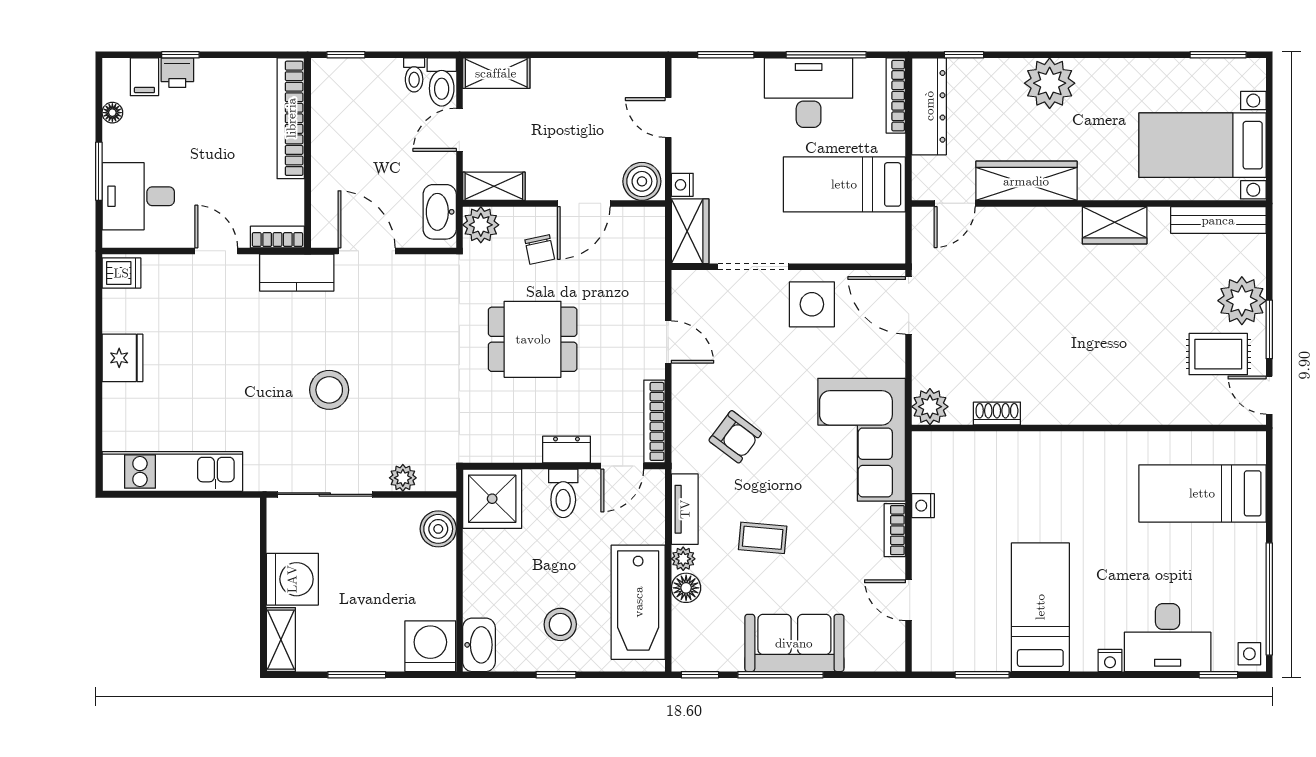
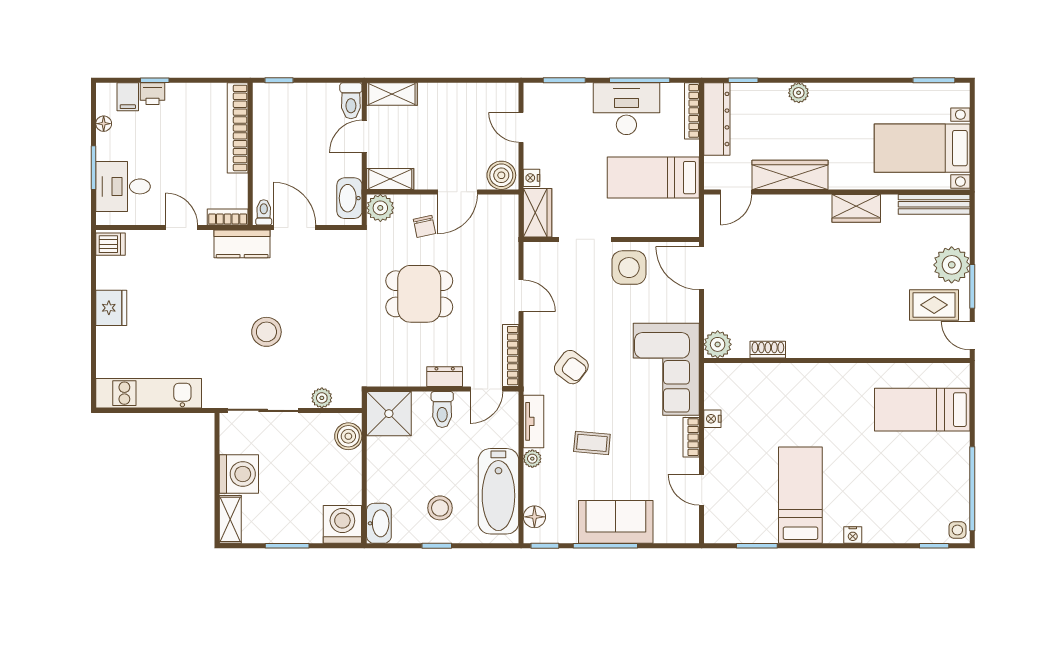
toilet: (414, 75) -> (264, 212), moved, turned 180
plant: (1050, 83) -> (799, 93), width x0.53, depth x0.53
floor lamp: (686, 588) -> (534, 517), moved
desk: (1168, 638) -> (896, 518), removed

